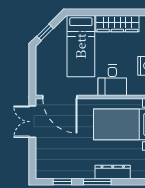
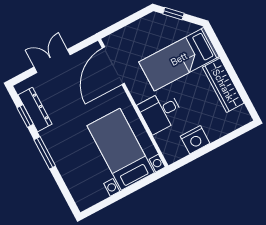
double door: (32, 122) -> (52, 61), moved
dresser: (113, 172) -> (35, 109), moved

